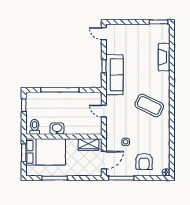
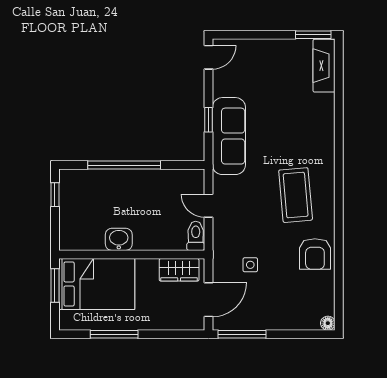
door: (104, 34) -> (209, 57), swing flipped
fireplace: (164, 57) -> (324, 66), moved
coffee table: (149, 106) -> (296, 195), turned 59
toilet: (35, 127) -> (196, 236), moved
armchair: (144, 162) -> (315, 254), moved

